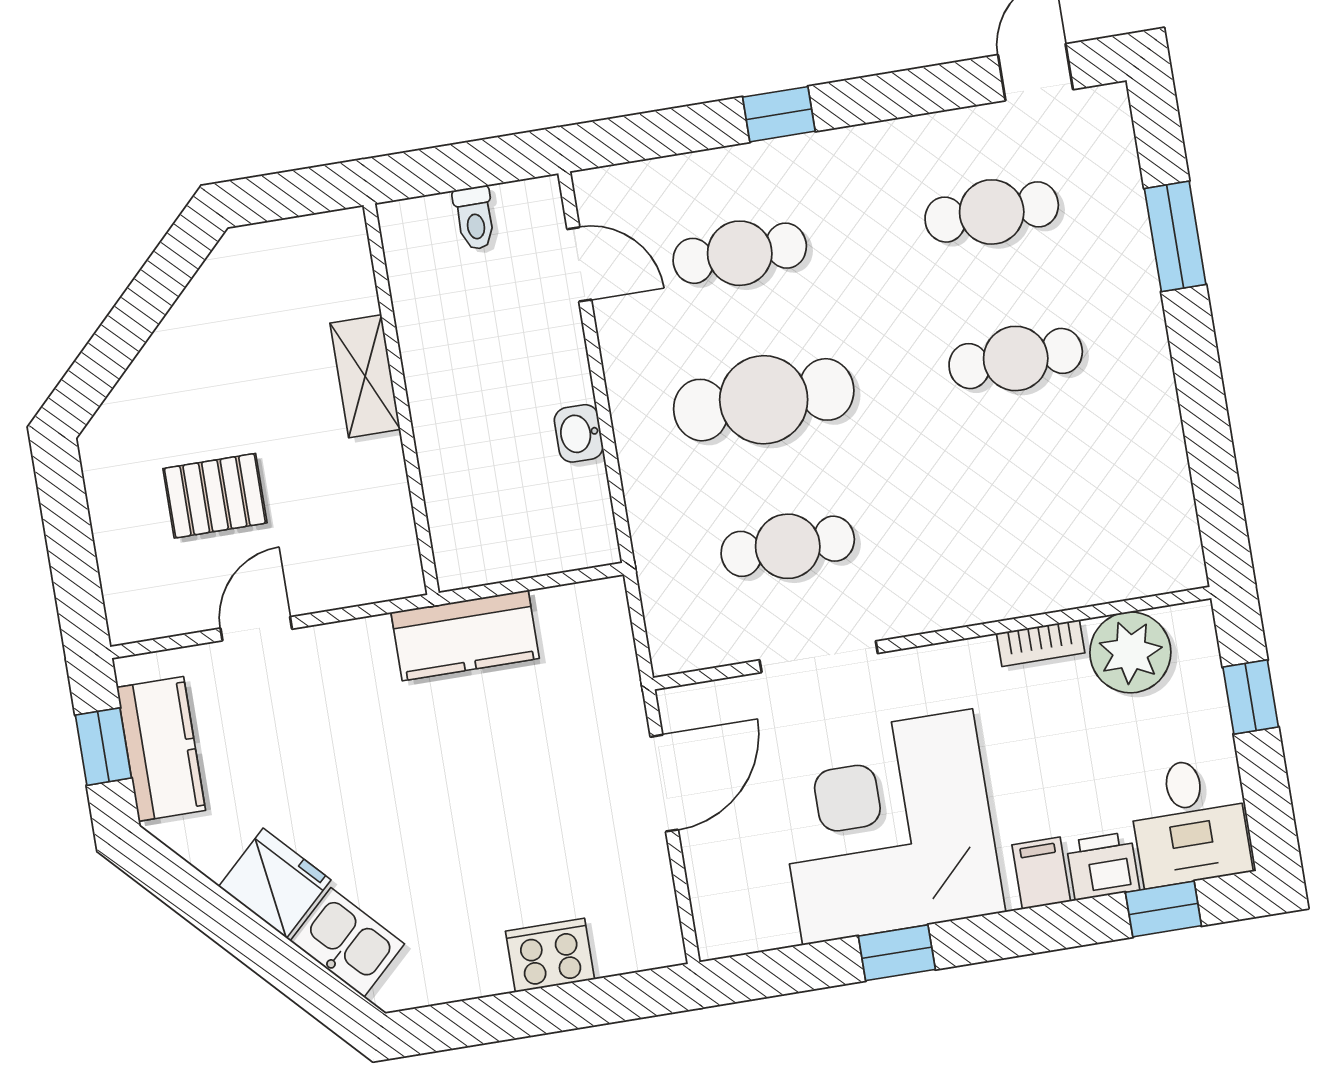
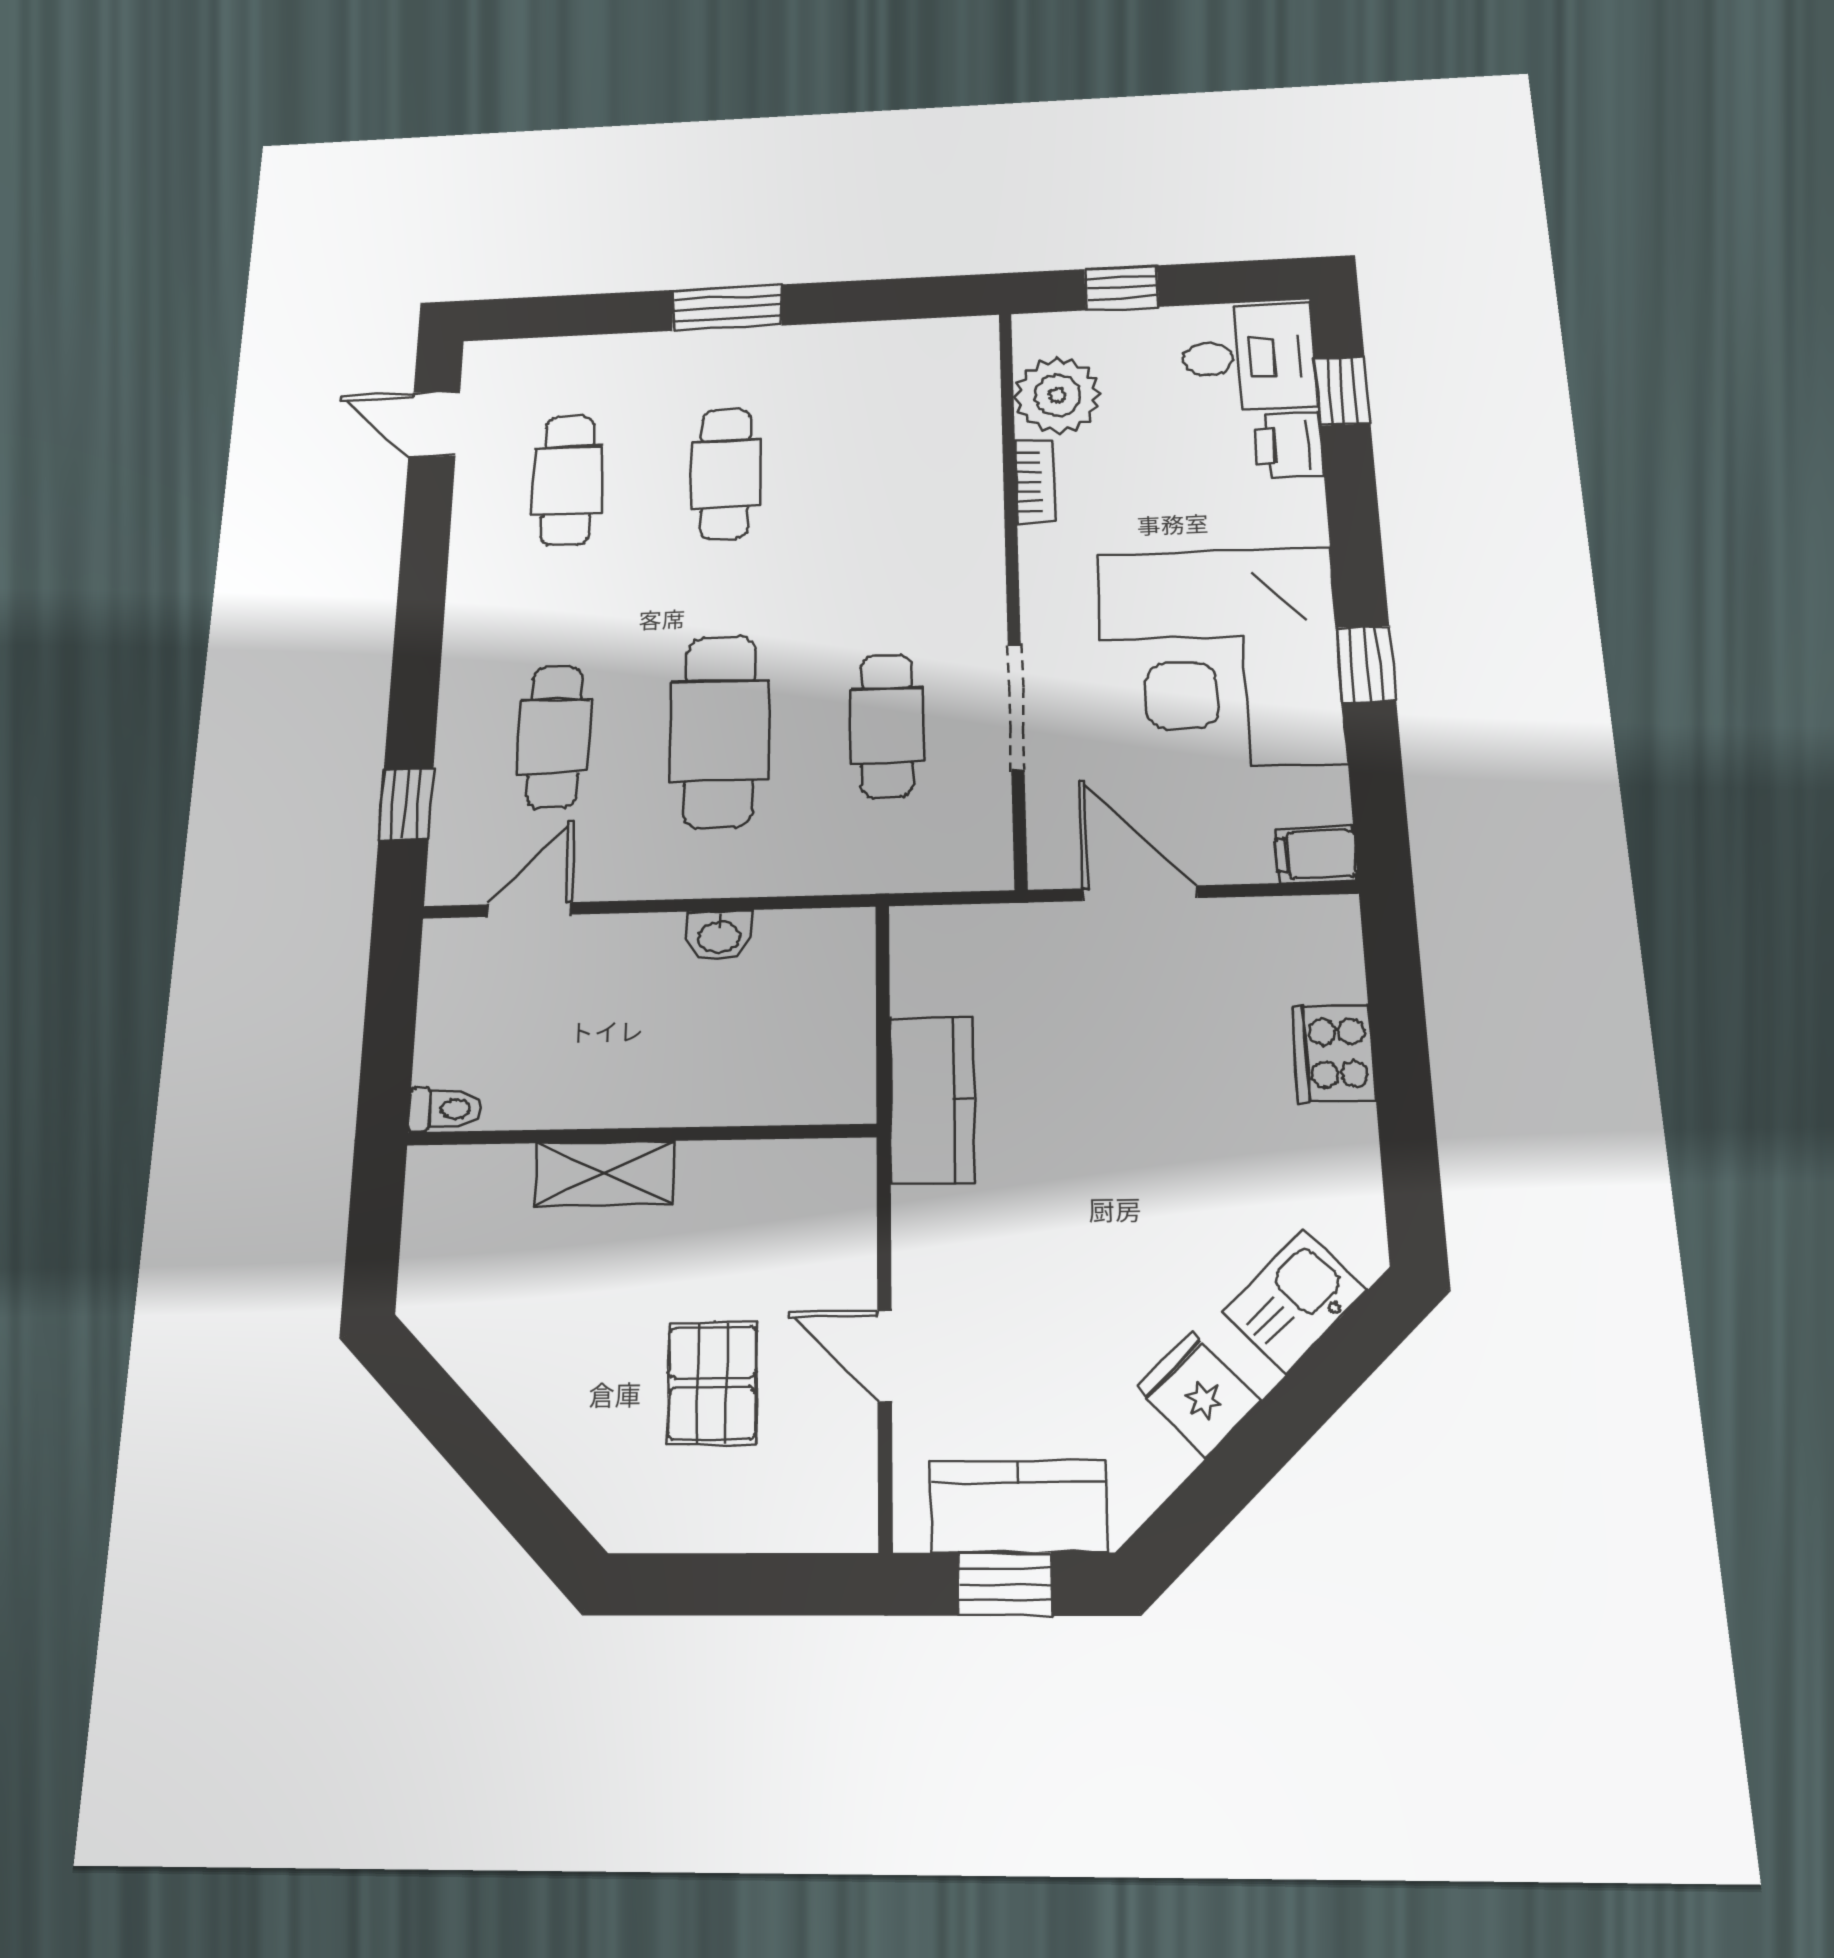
window: (779, 114) -> (406, 804), moved
toilet: (475, 218) -> (445, 1109), moved
window: (1175, 236) -> (727, 308), moved
filing cabinet: (1041, 873) -> (1316, 854), moved
fridge: (275, 883) -> (1198, 1394), width x0.72

